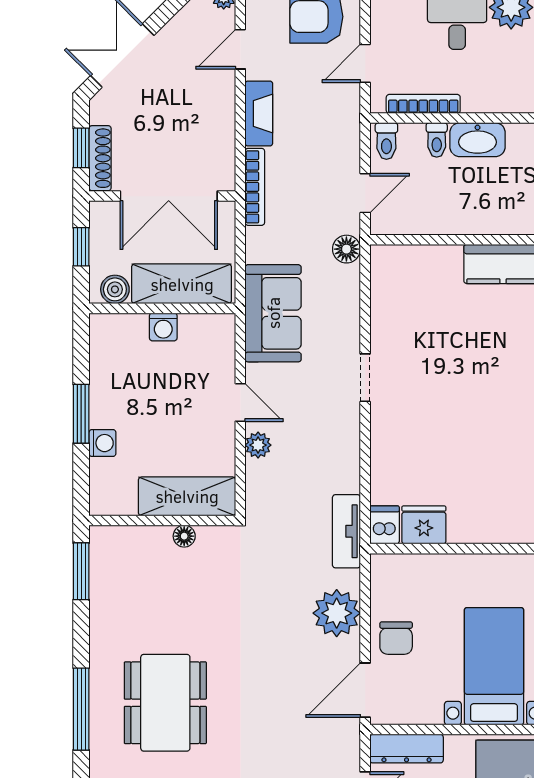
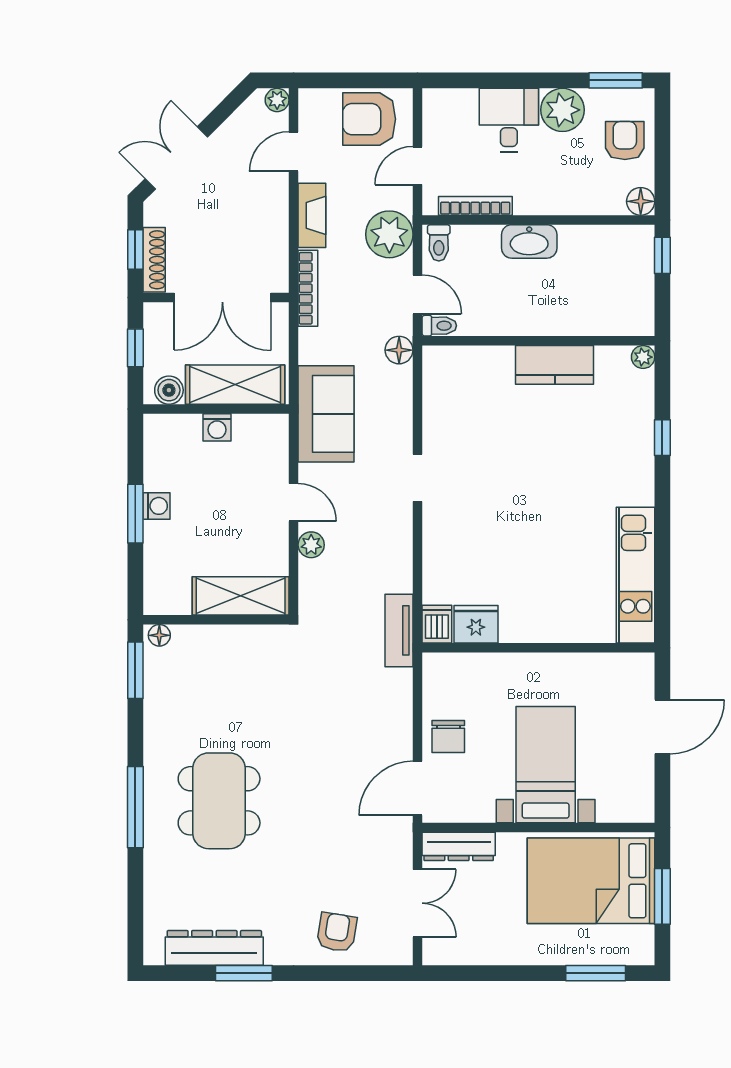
toilet: (437, 140) -> (439, 326), moved, turned -90
door: (365, 193) -> (418, 294), hinge flipped
washing machine: (102, 443) -> (157, 506), moved
floor lamp: (184, 536) -> (159, 635), moved
plant: (337, 613) -> (389, 234), moved

